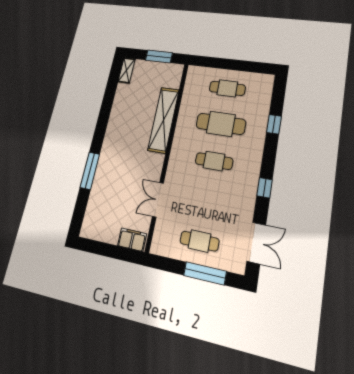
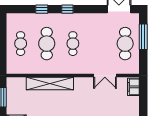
window: (265, 188) -> (67, 9), moved
cafe table: (200, 241) -> (125, 44), width x1.37, depth x1.35

